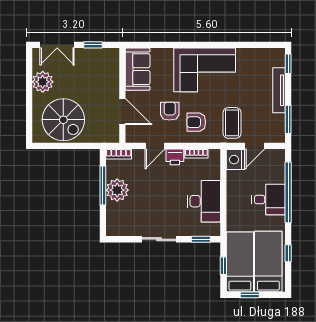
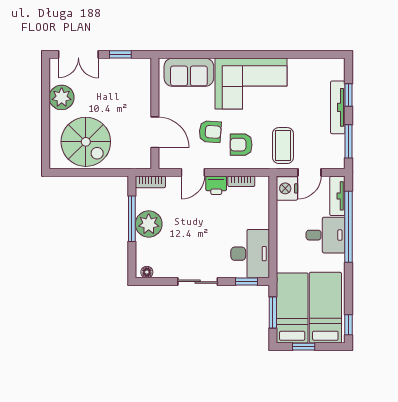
window: (288, 64) -> (348, 95), moved
sofa: (138, 69) -> (189, 72), moved, turned 90
armchair: (170, 111) -> (210, 132), turned 94
tv unit: (279, 166) -> (337, 196), added
desk: (204, 201) -> (250, 254), moved
floor lamp: (116, 231) -> (147, 272), added
window: (288, 253) -> (348, 325), moved
window: (223, 266) -> (273, 313), width x1.50

